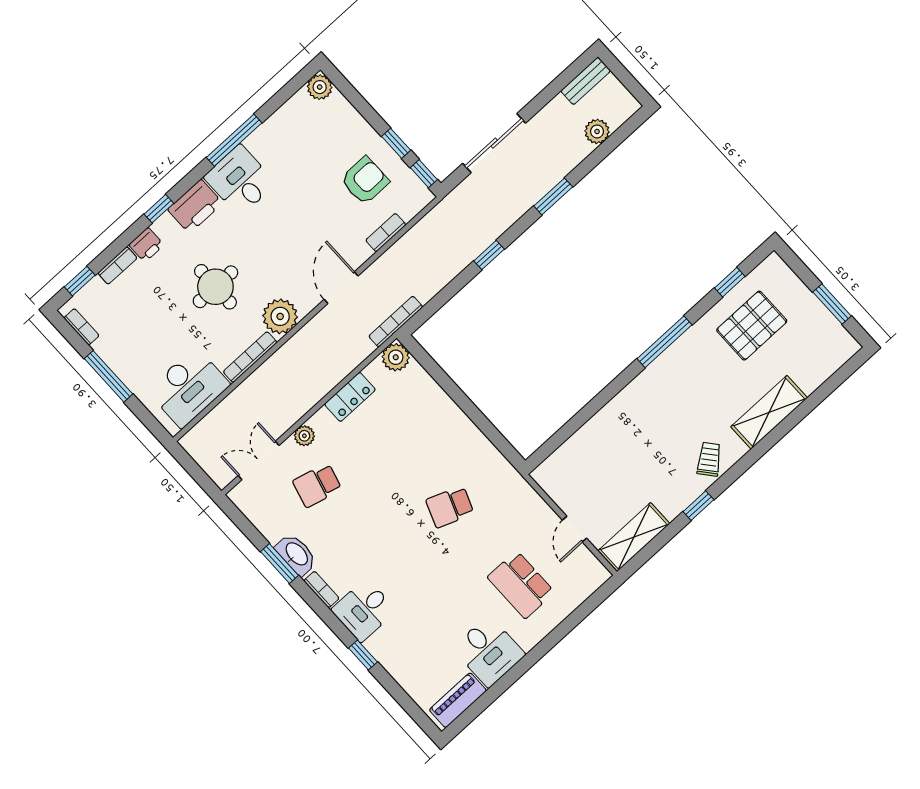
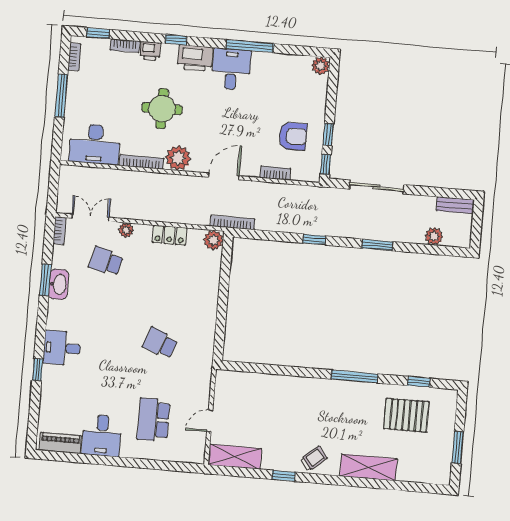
bookcase: (321, 590) -> (59, 231), moved

